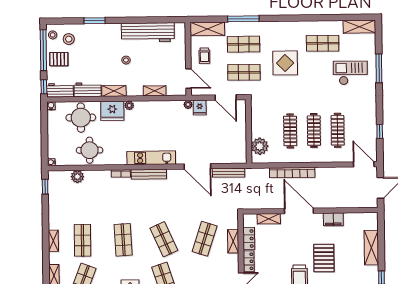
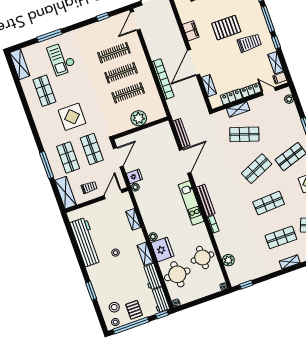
plant: (260, 146) -> (139, 118), moved

